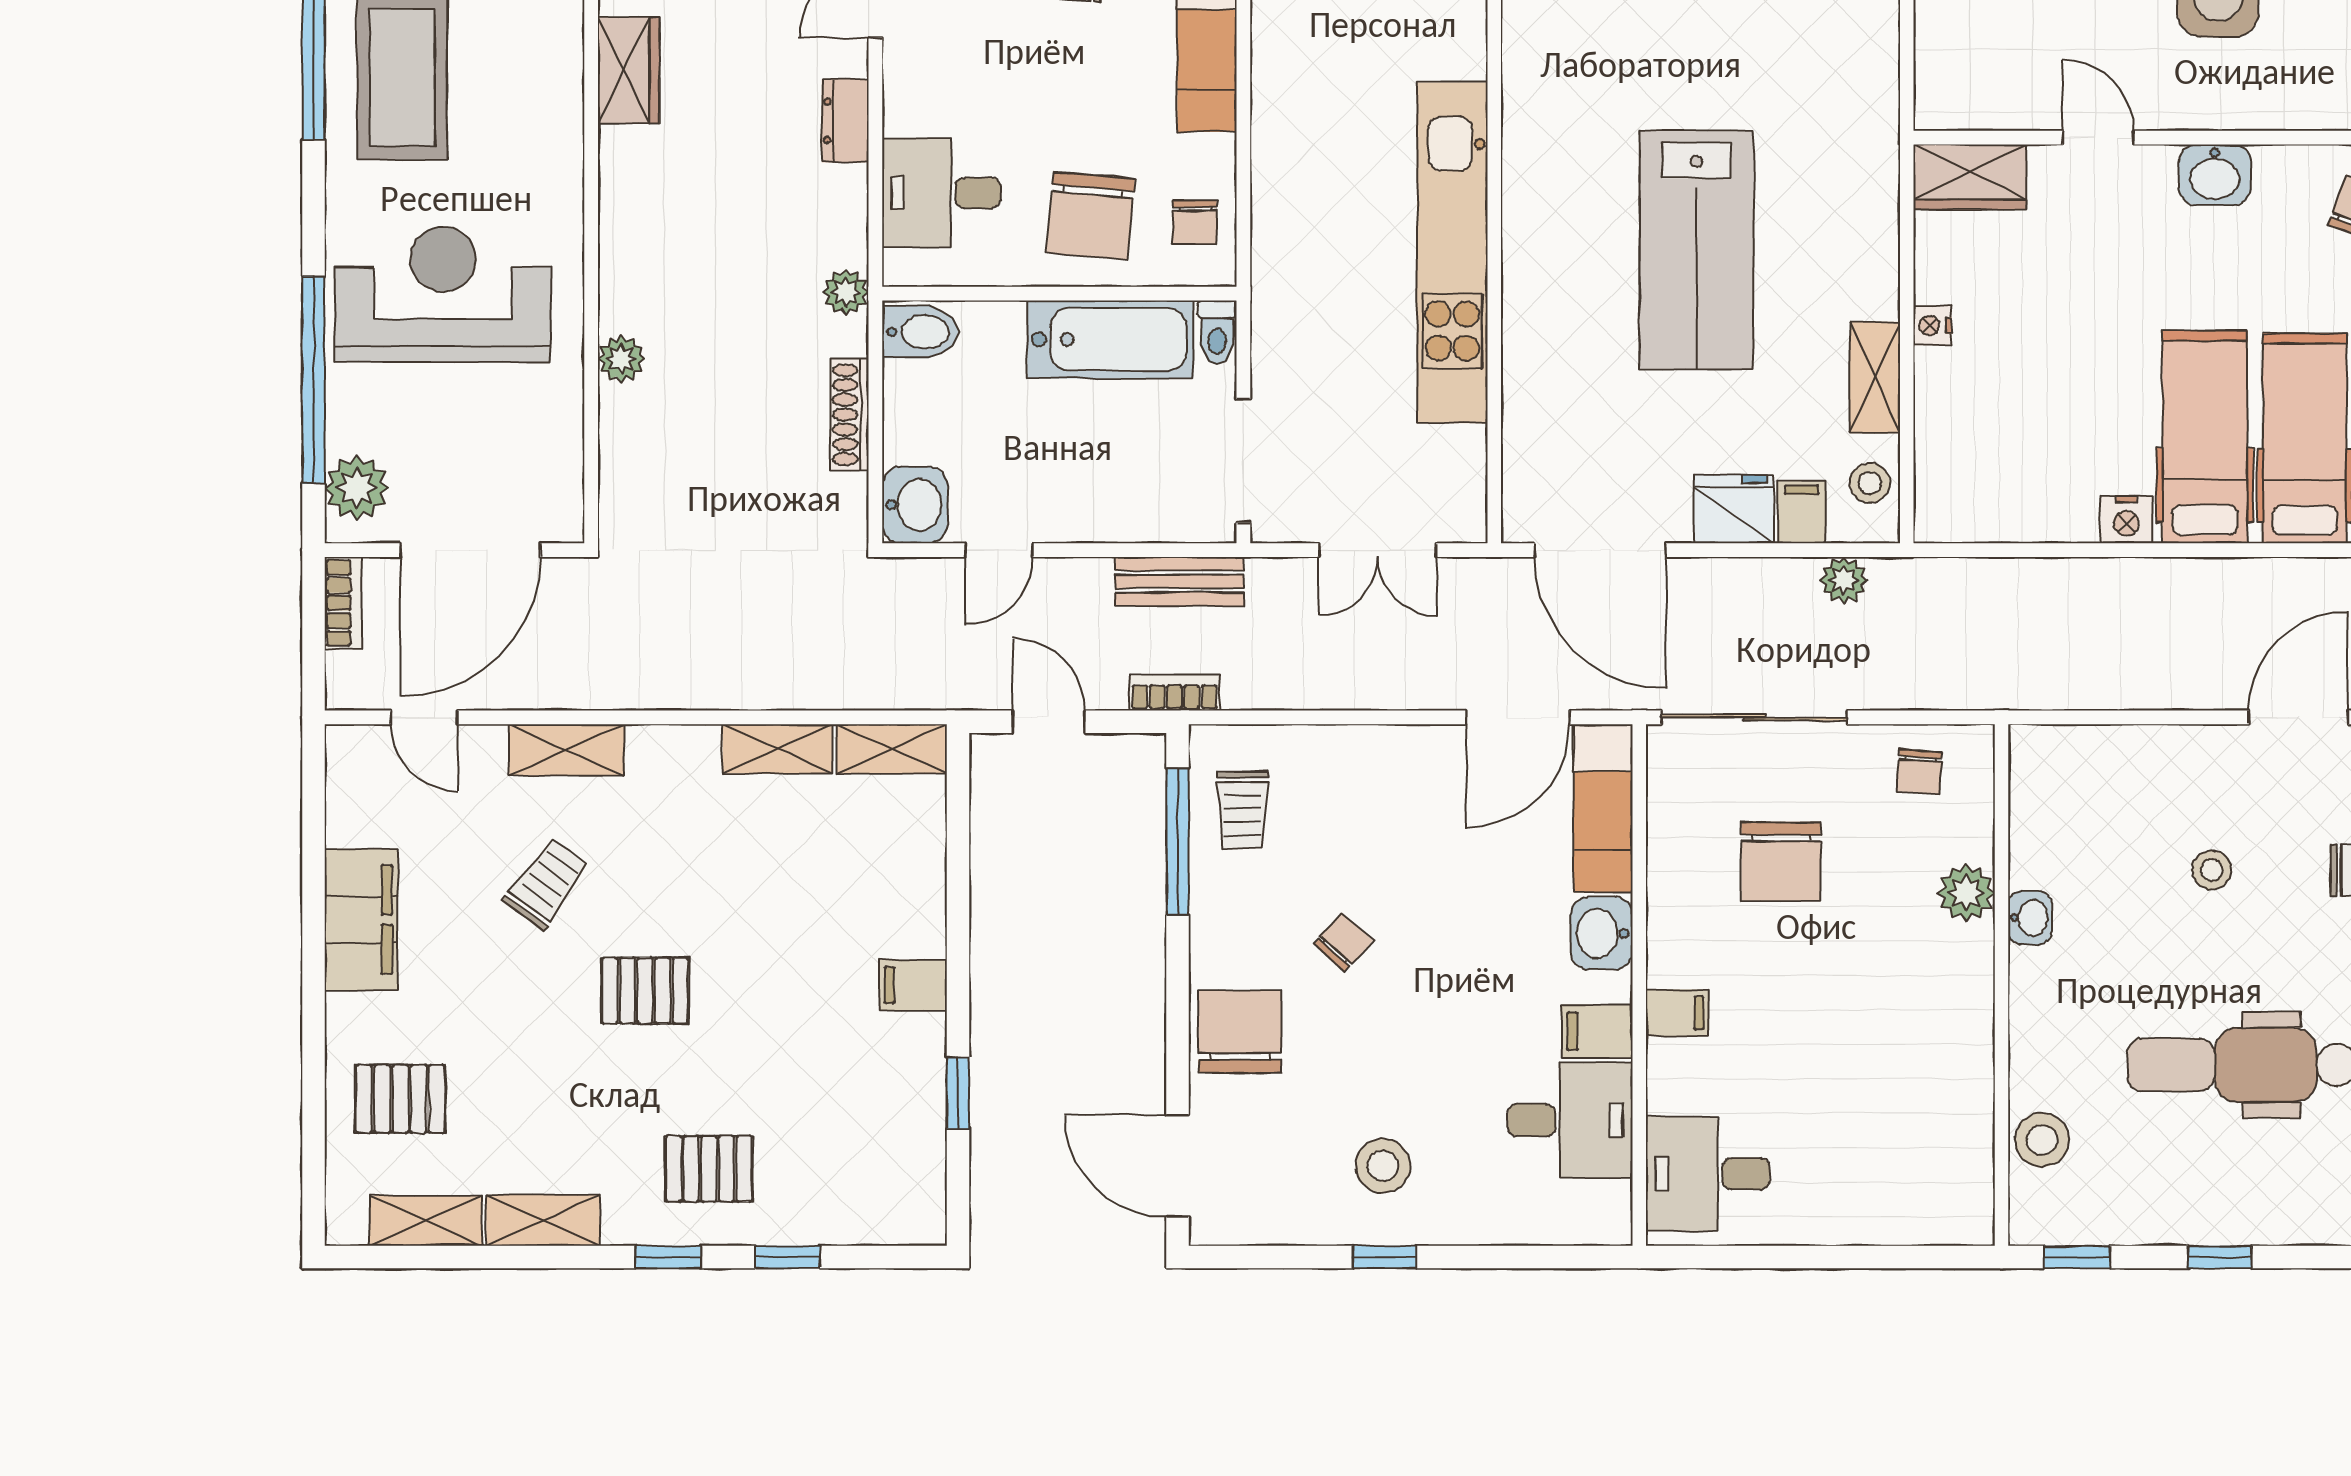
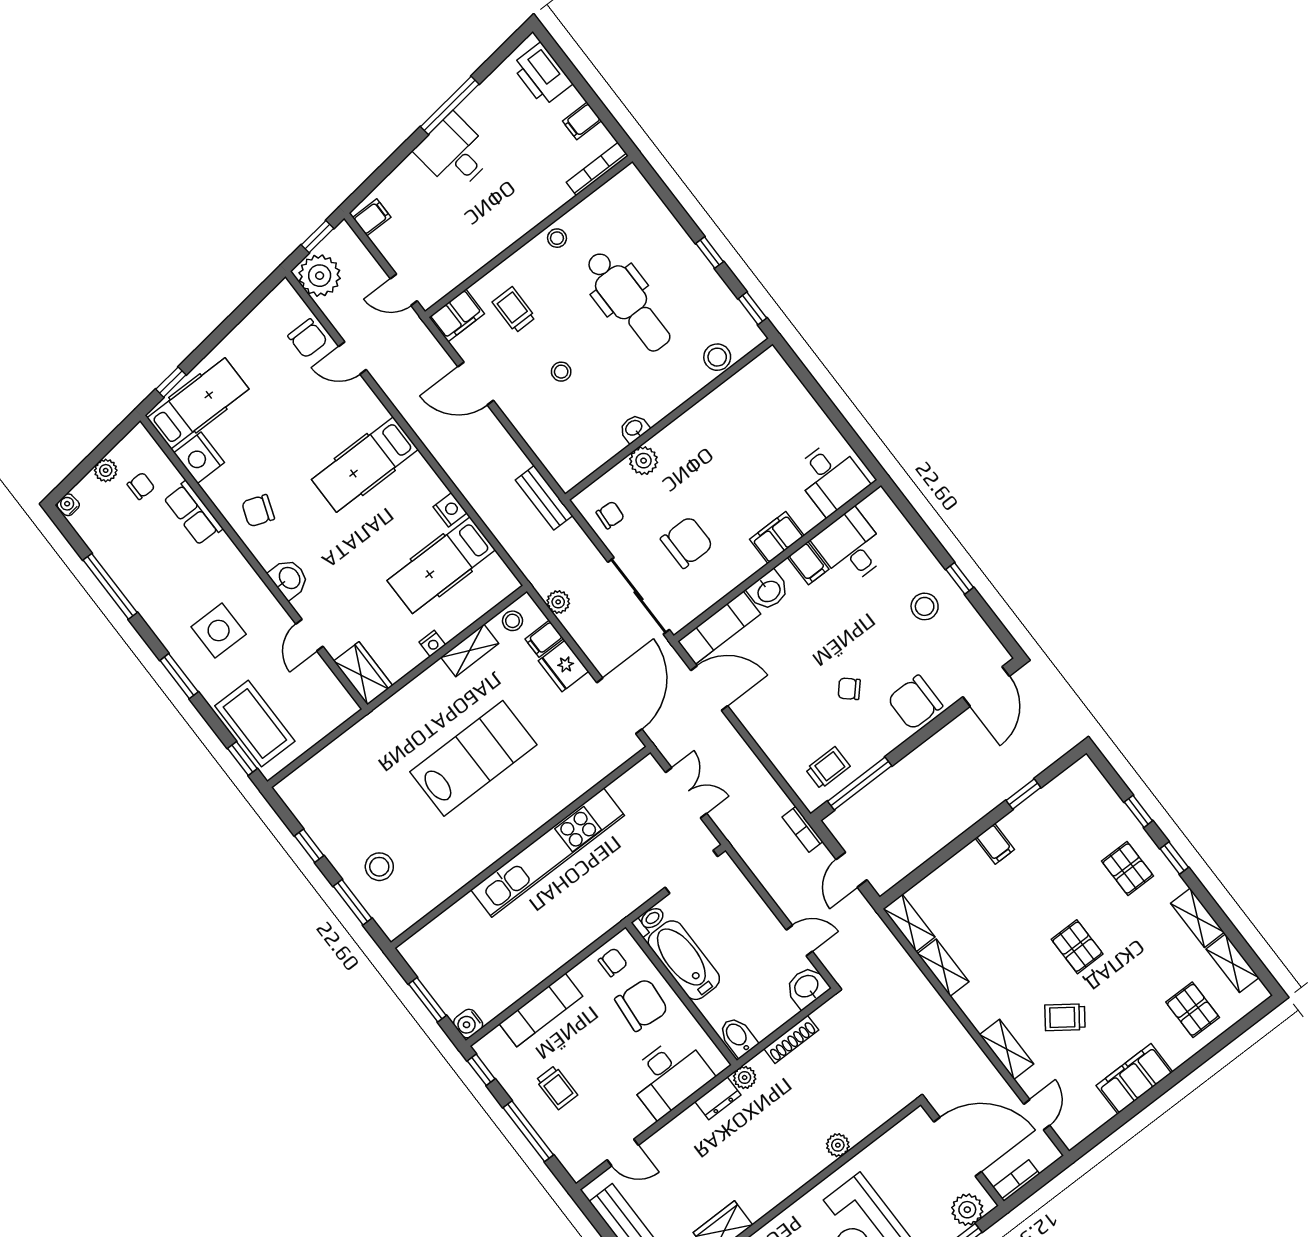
dresser: (845, 121) -> (718, 1098), moved
desk: (941, 193) -> (669, 1076), width x1.37
hospital bed: (2205, 437) -> (441, 565), moved
bench: (1180, 581) -> (544, 498), moved
filing cabinet: (1677, 1013) -> (777, 537), width x2.00

